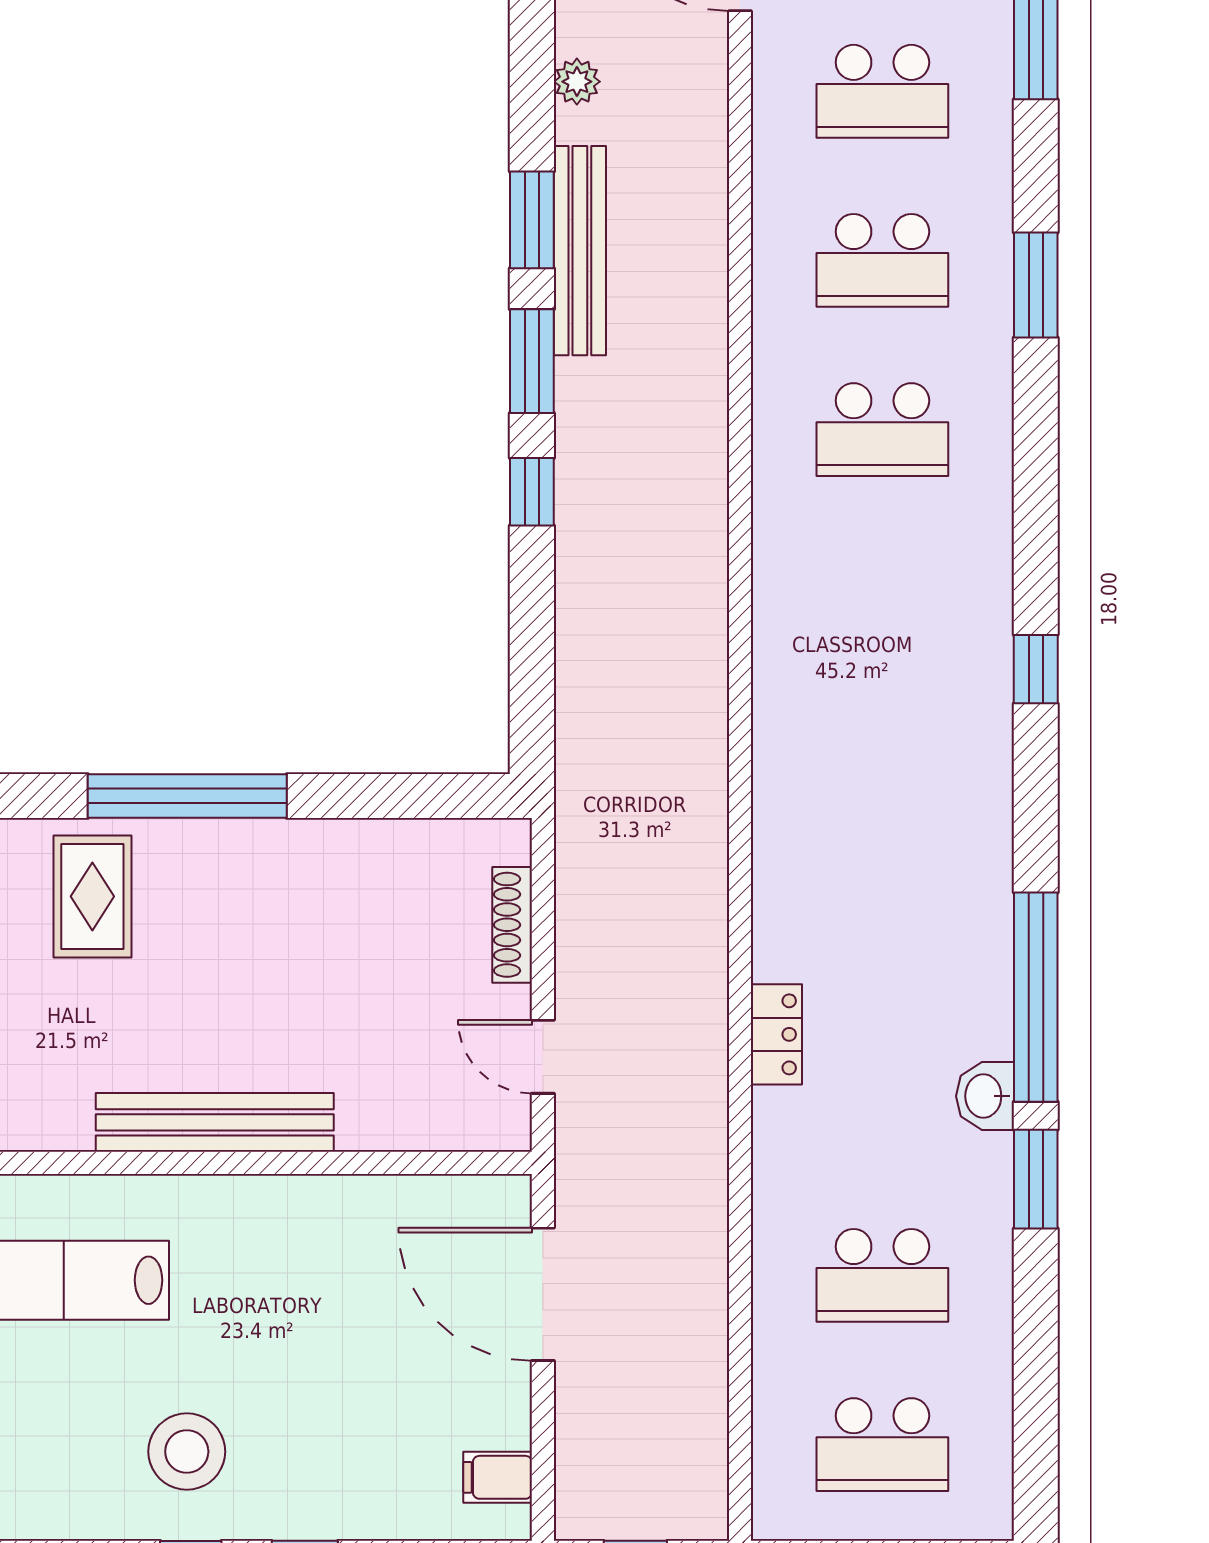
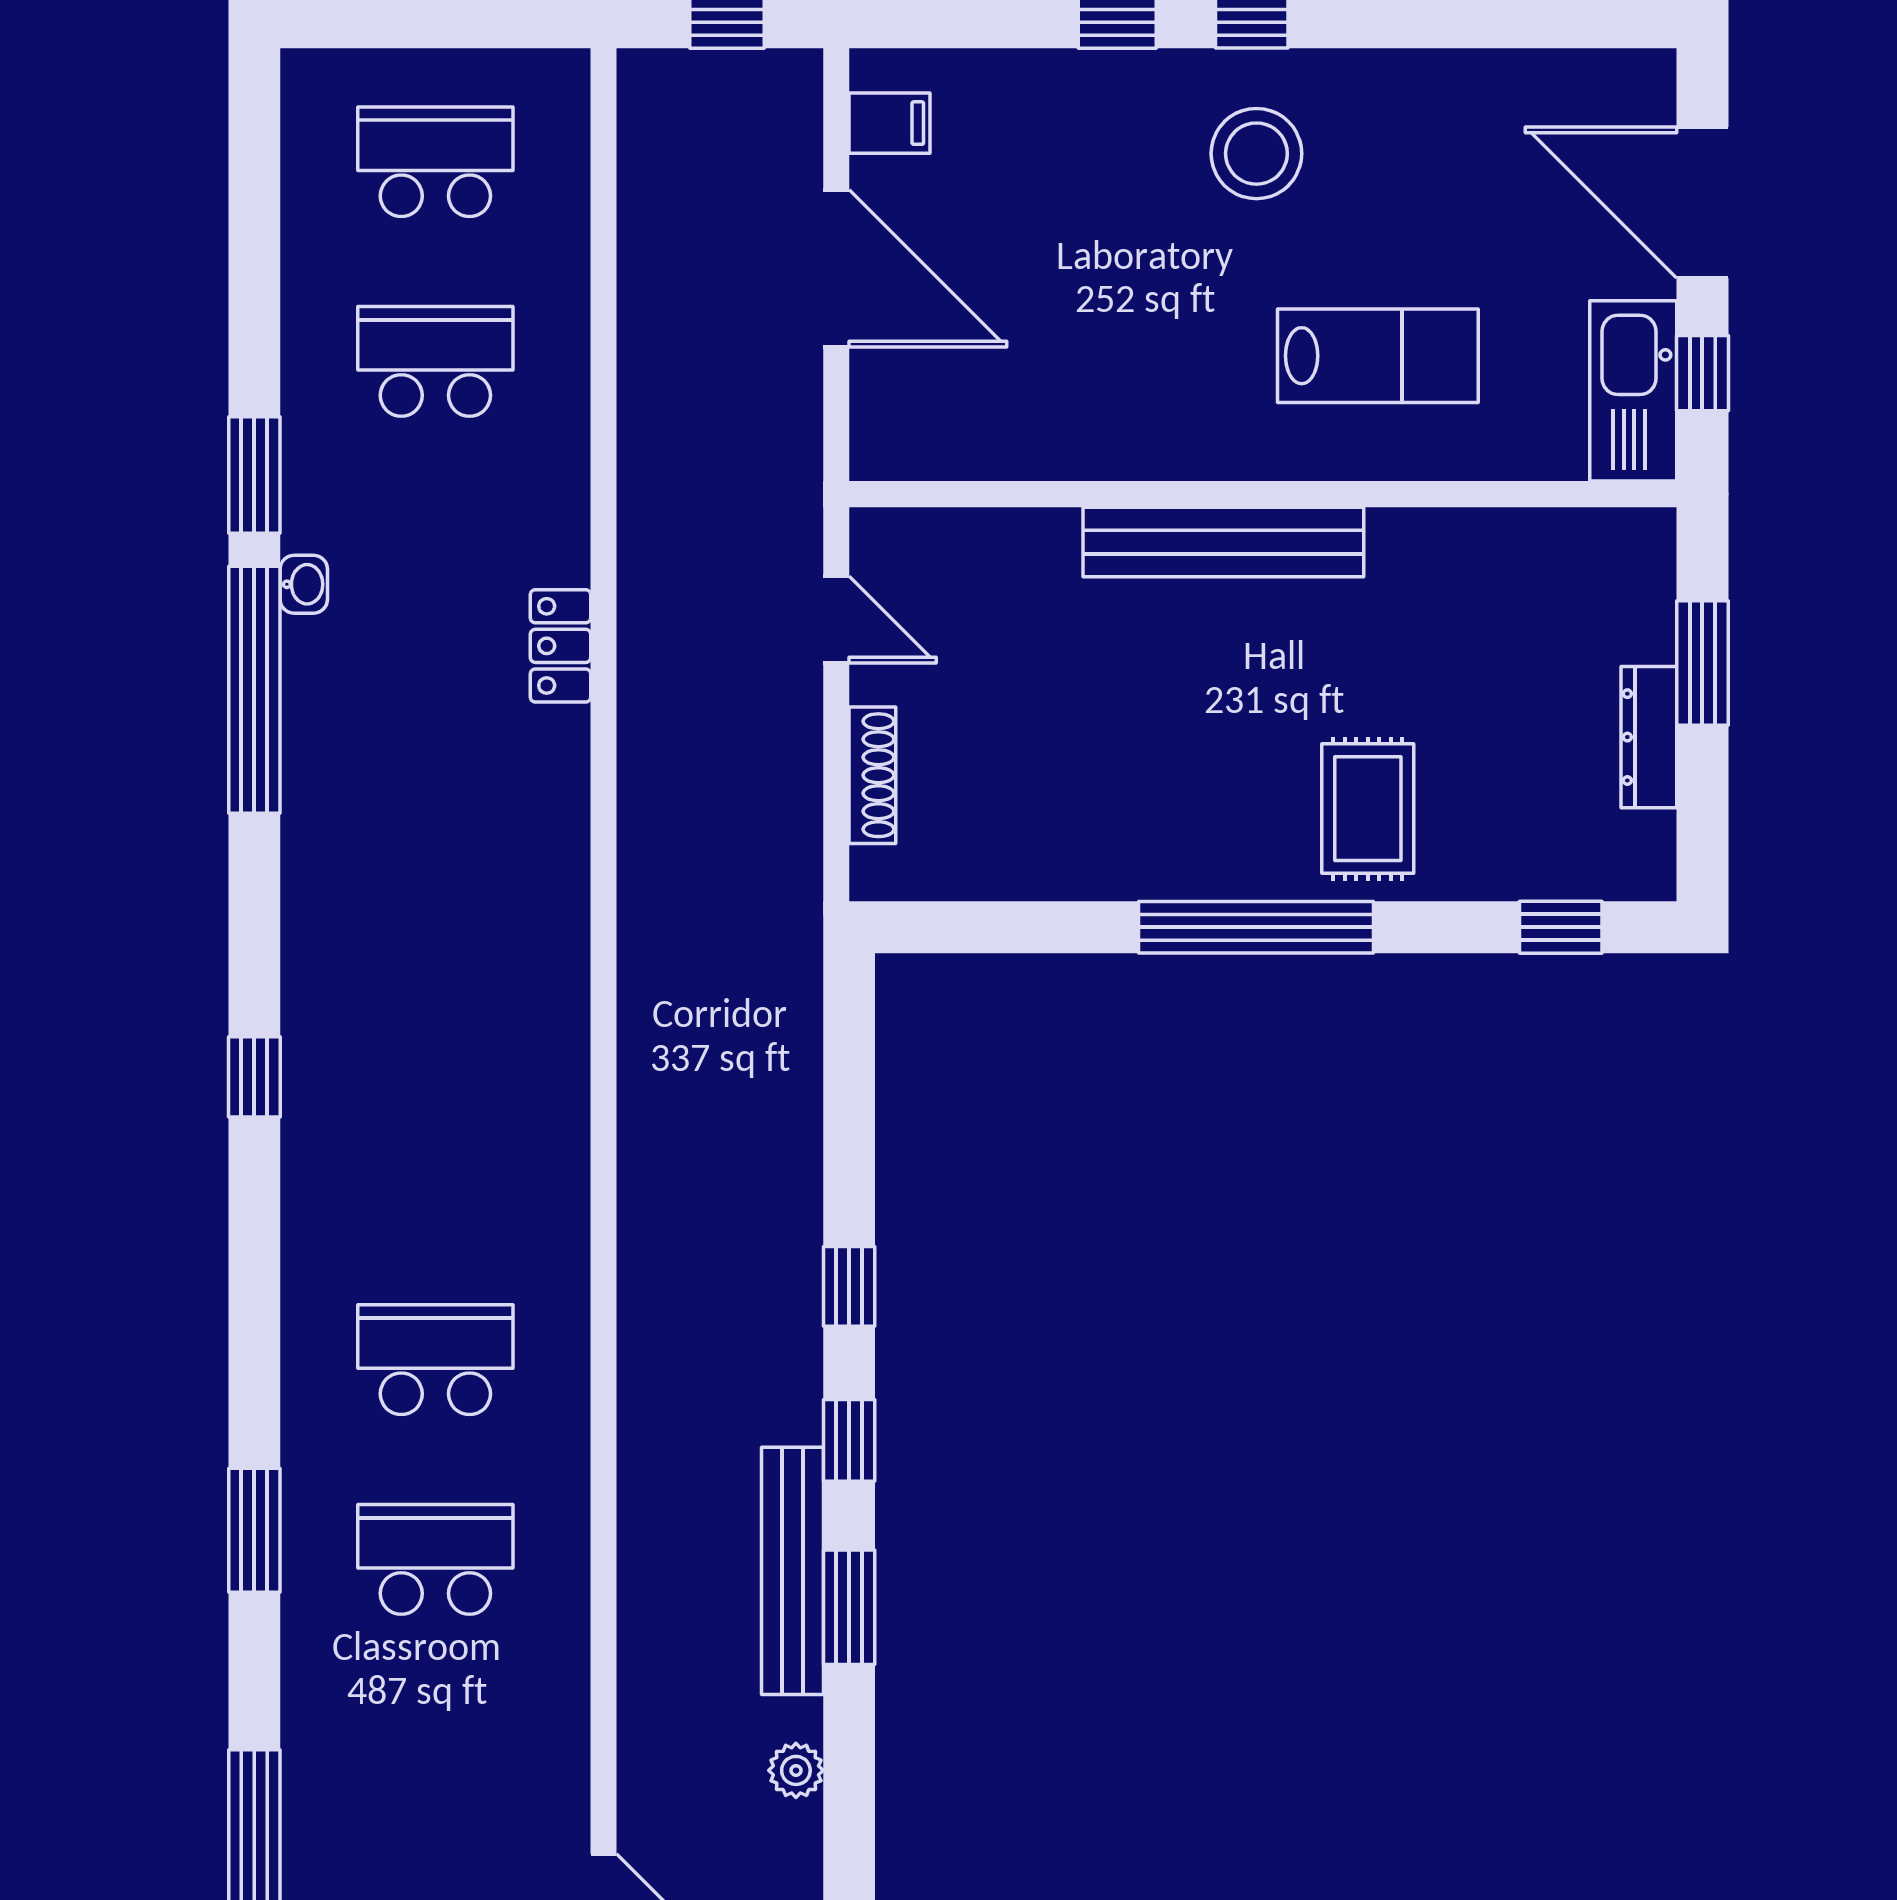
school desk: (882, 91) -> (435, 1759), removed
window: (532, 361) -> (849, 1440), width x0.67
washbasin: (985, 1096) -> (304, 584), width x0.72, depth x0.69
door: (543, 1294) -> (836, 268), moved

